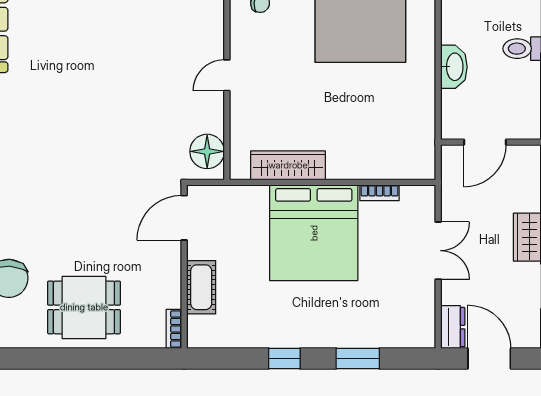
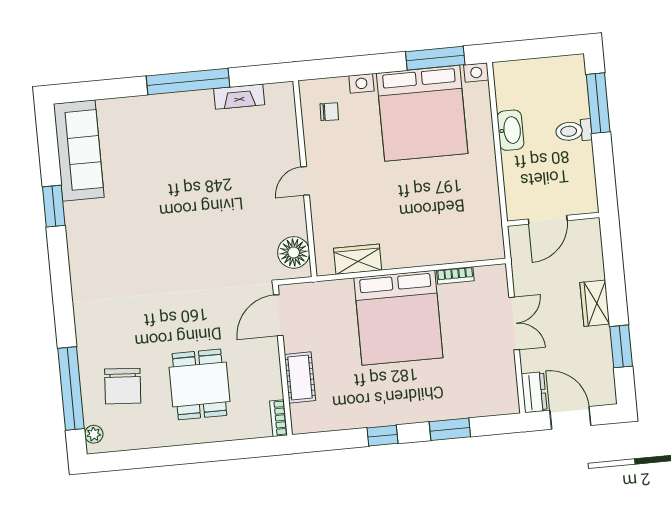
washbasin: (454, 67) -> (510, 130), moved
wardrobe: (288, 165) -> (358, 259), width x0.67
dining table: (84, 307) -> (199, 384), moved, turned 90

